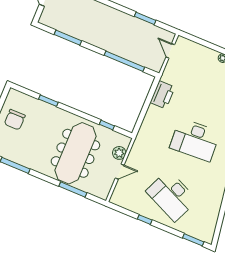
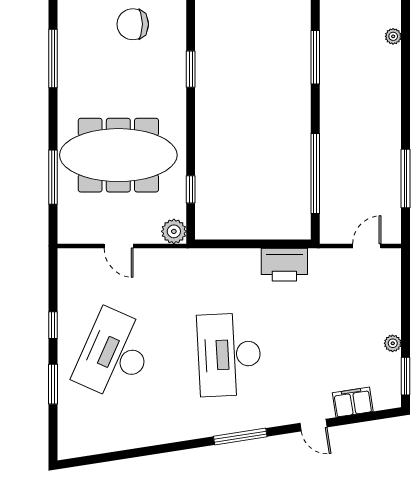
window: (145, 18) -> (406, 178), width x1.44
plant: (119, 153) -> (174, 231), moved
window: (193, 240) -> (53, 384), moved

